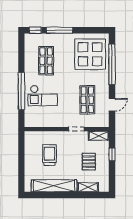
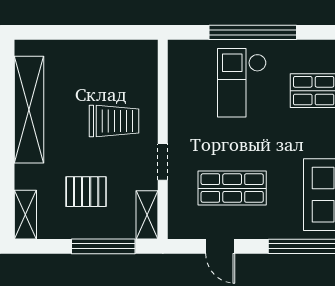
window: (112, 154) -> (103, 246), width x2.17
trolley: (49, 155) -> (114, 121), moved
shelving: (88, 187) -> (25, 215), moved

